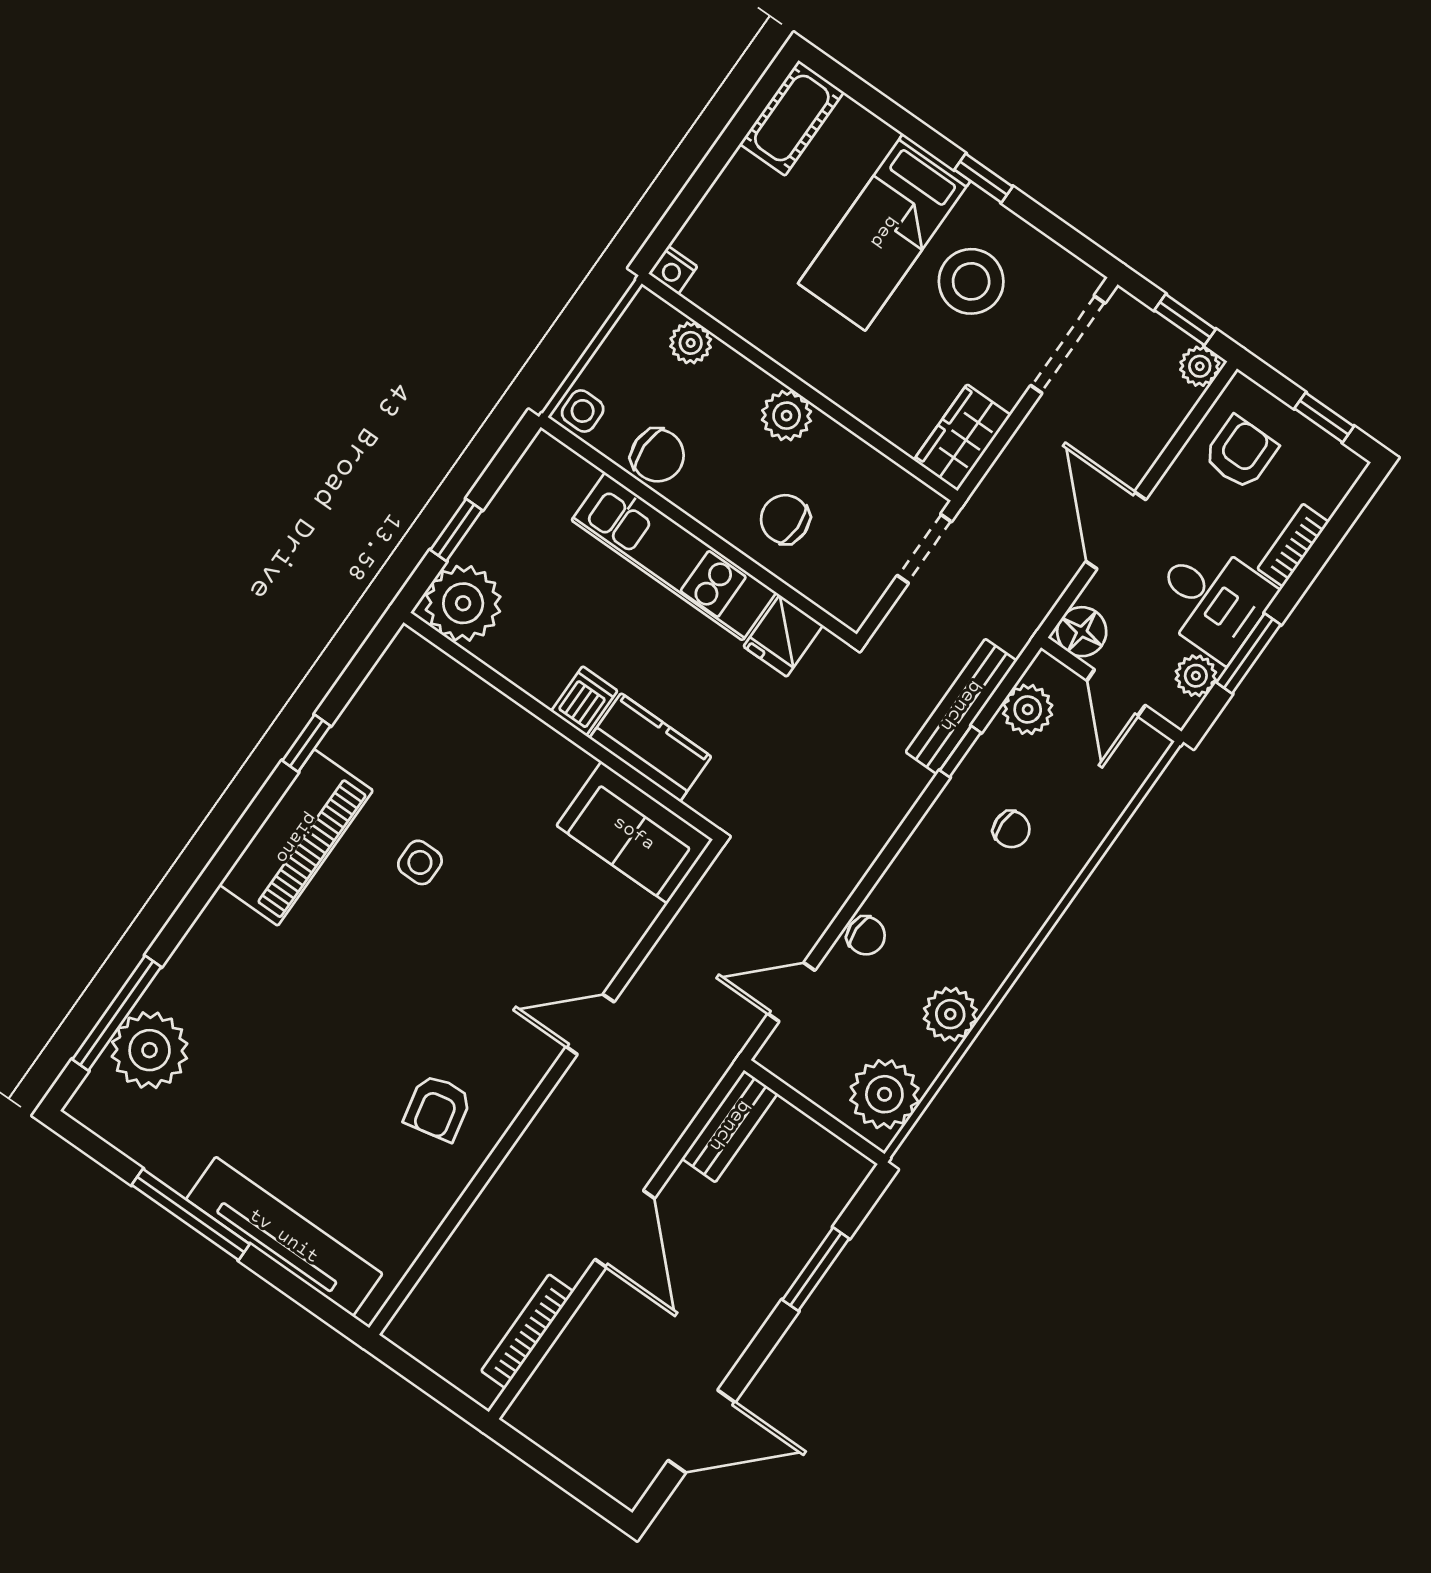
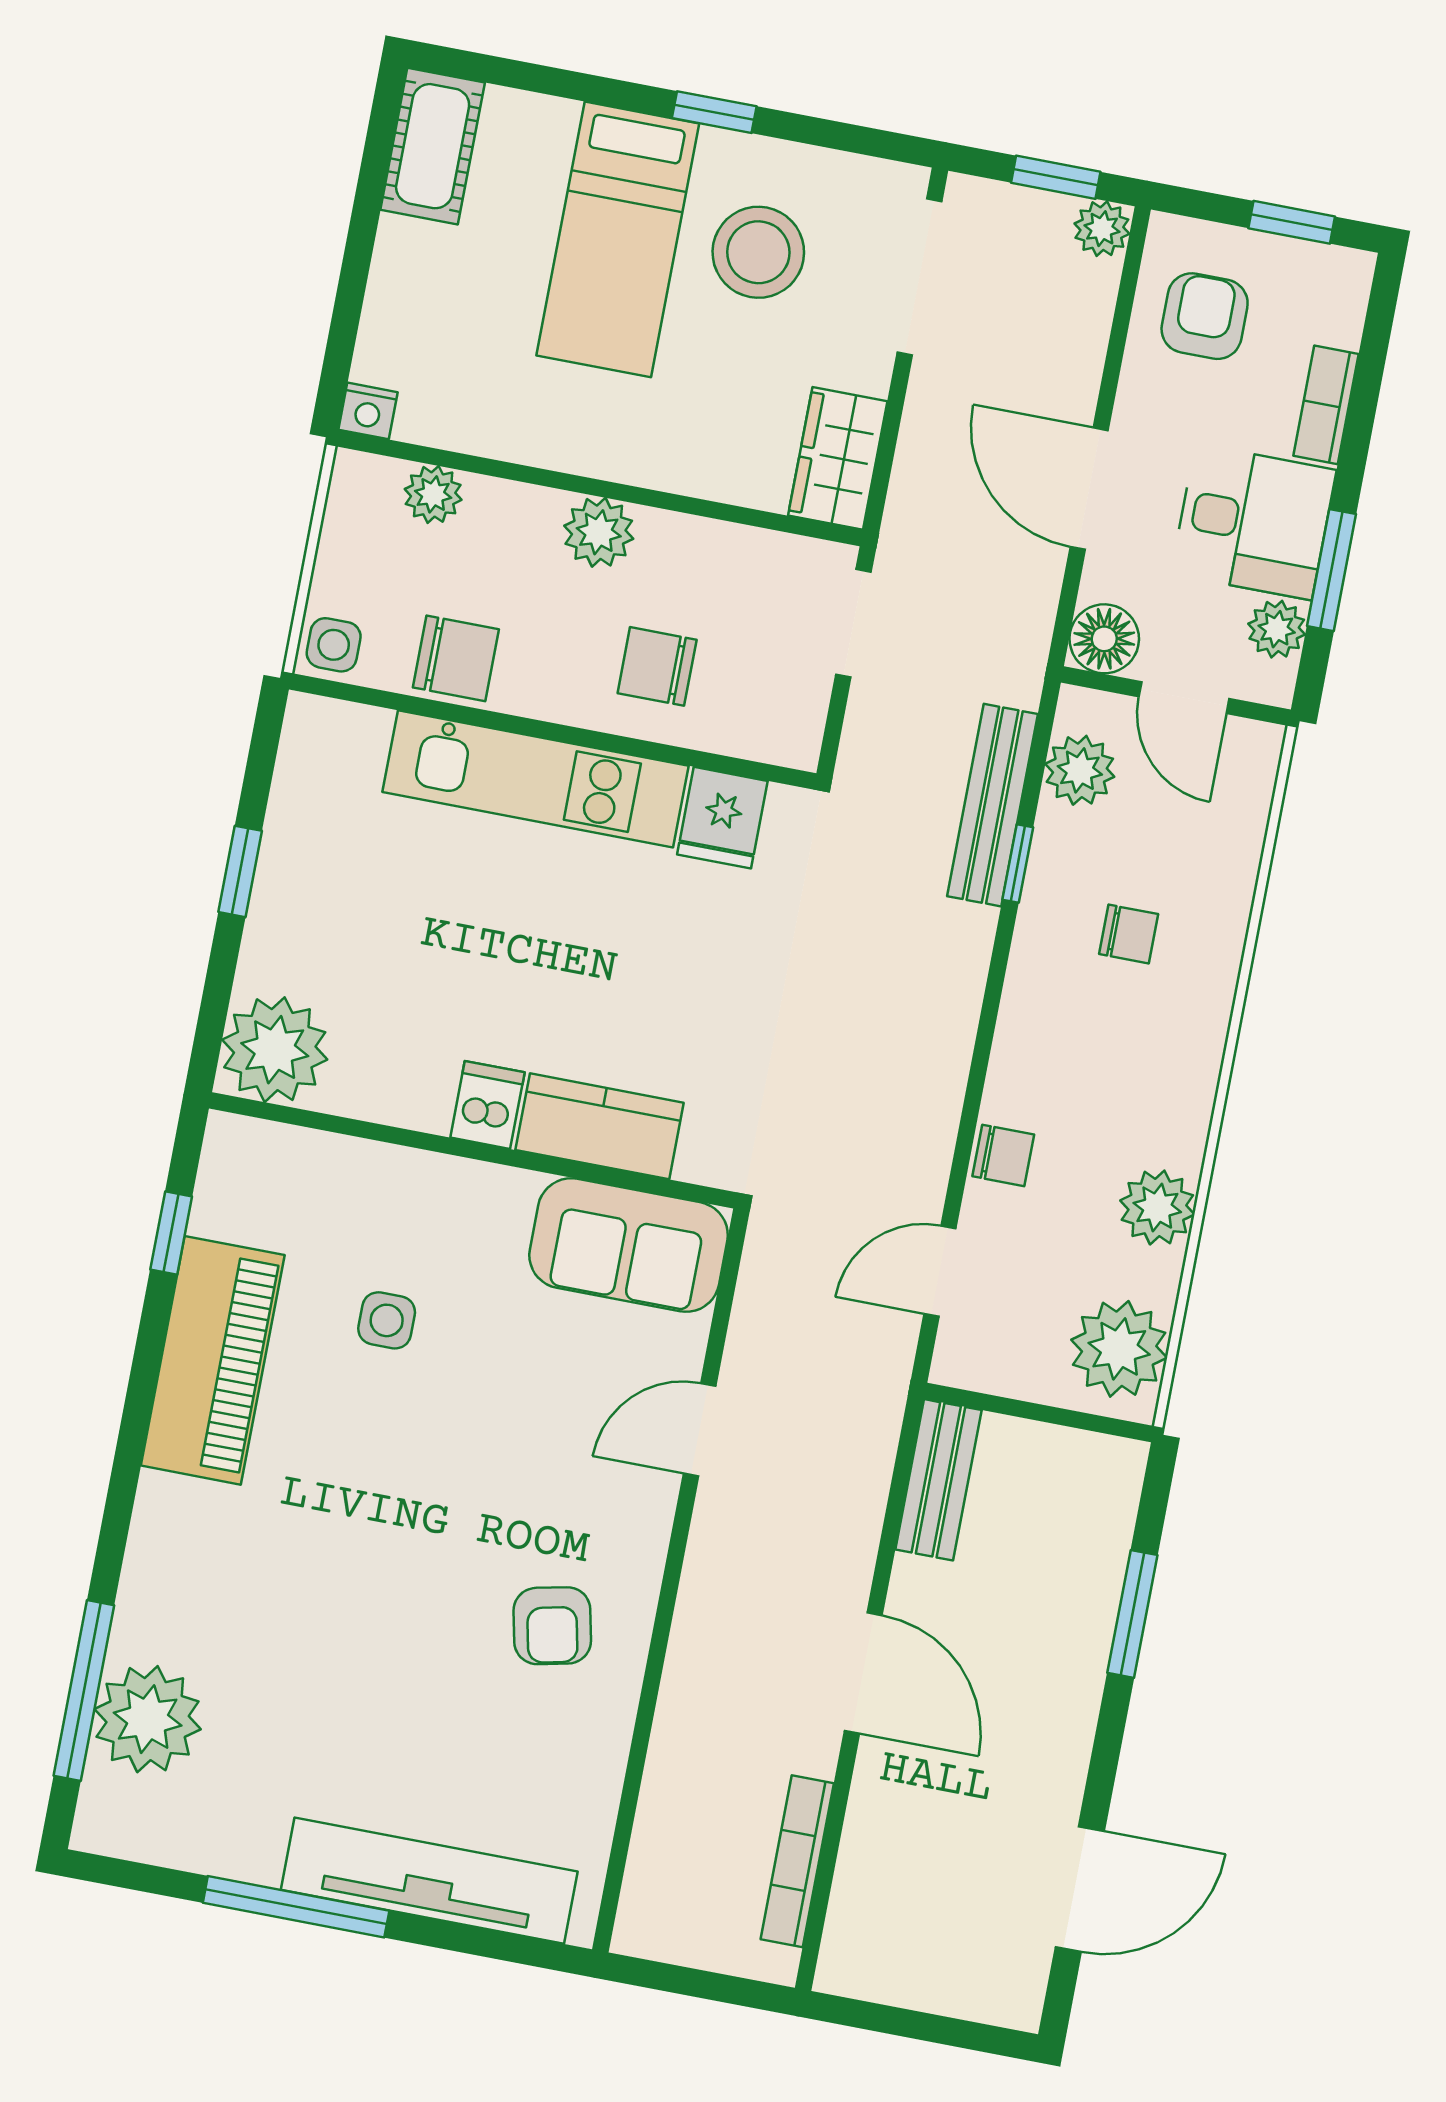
plant: (463, 603) -> (275, 1050), moved
dishwasher: (584, 701) -> (487, 1105), moved
wall: (561, 726) -> (473, 1150), moved
kitchen counter: (650, 747) -> (600, 1126), moved
sofa: (634, 833) -> (629, 1245), moved

